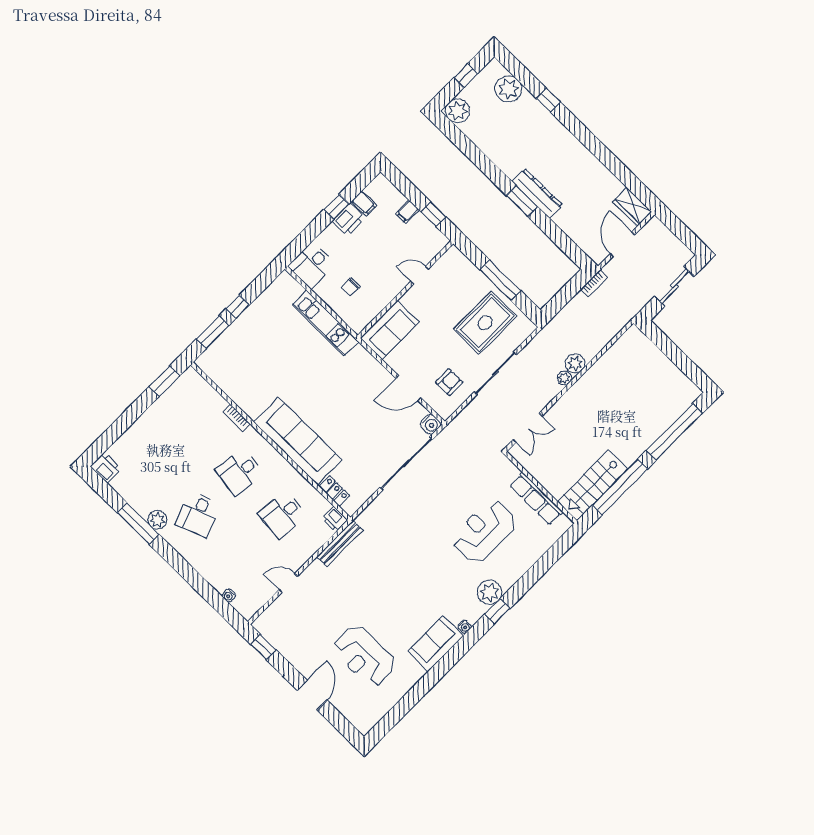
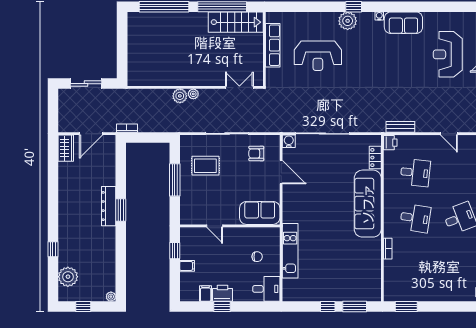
plant: (457, 111) -> (111, 297), width x0.53, depth x0.53
rug: (485, 323) -> (205, 166), width x0.73, depth x0.70
bench: (340, 543) -> (400, 127), width x0.73
reception desk: (364, 656) -> (448, 54), turned 180

